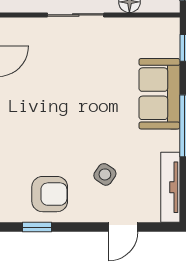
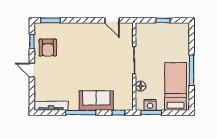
side table: (105, 174) -> (57, 74), removed
door: (123, 227) -> (32, 70), moved

